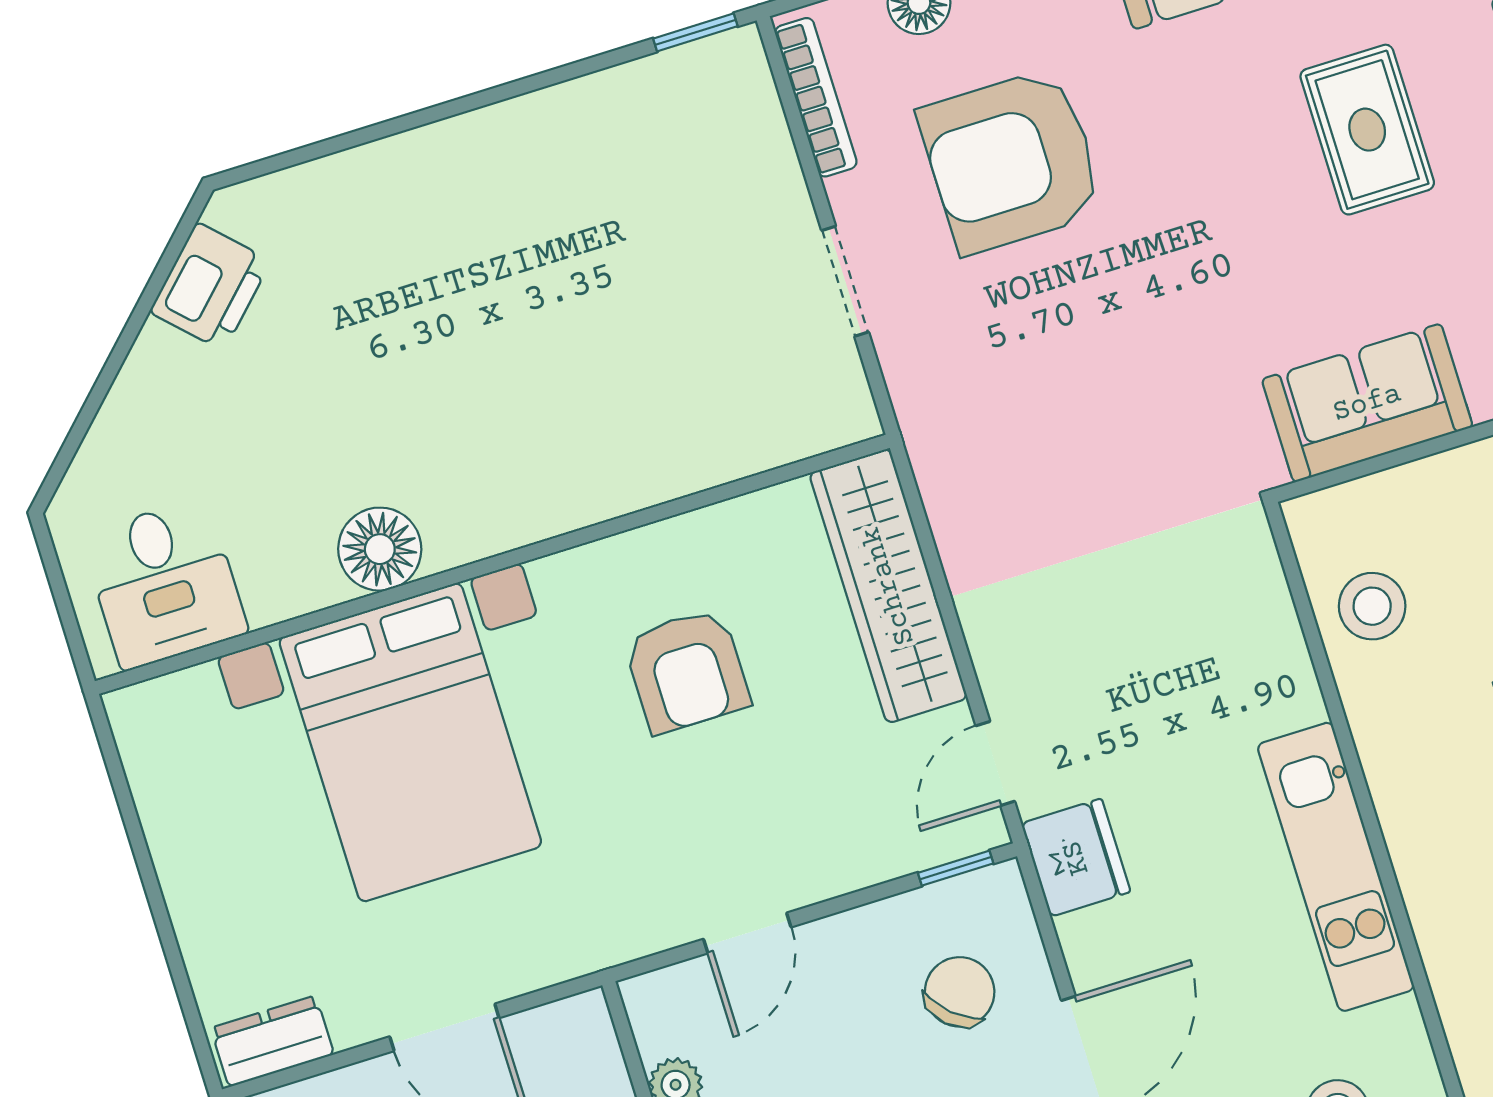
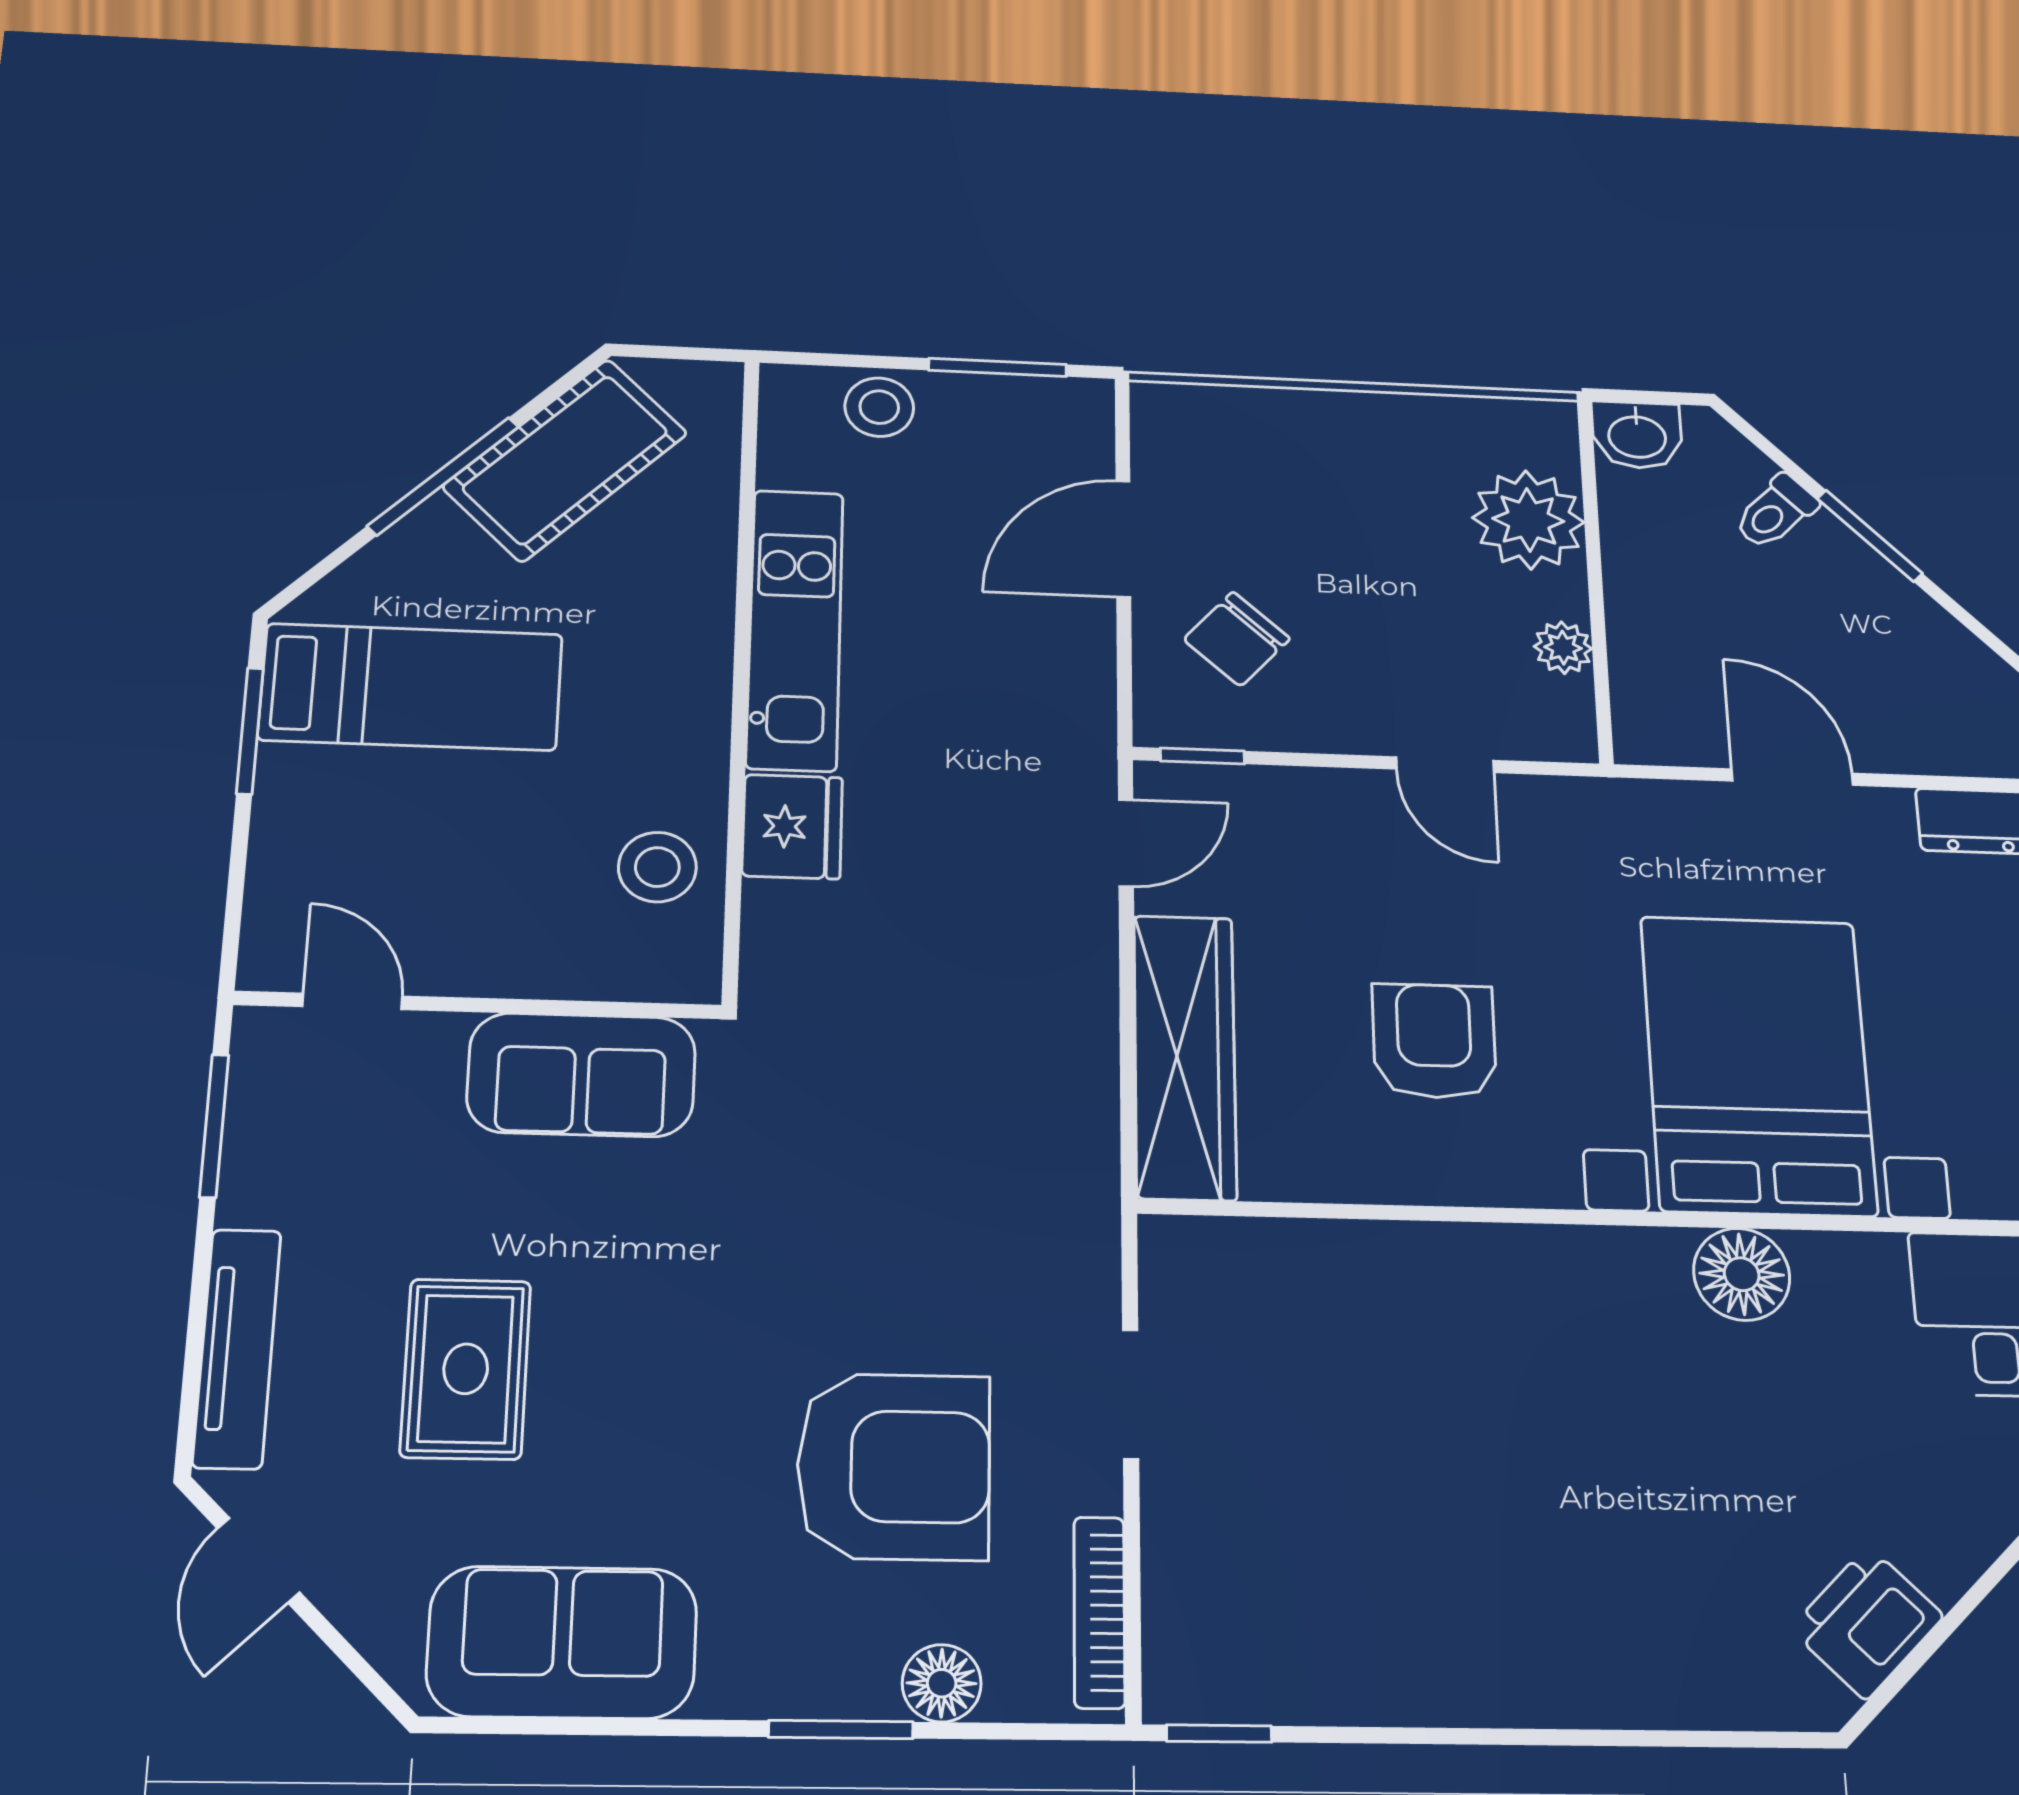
fridge: (1076, 858) -> (792, 827), moved, turned 180
door: (747, 933) -> (1445, 765), swing flipped

